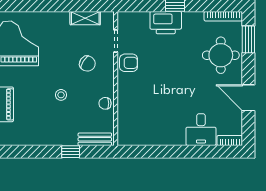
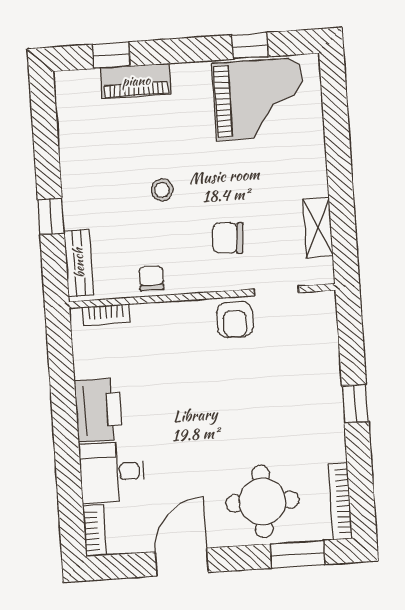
printer: (166, 23) -> (98, 410), moved, turned 180
chair: (87, 64) -> (228, 238), turned 62
bookcase: (122, 127) -> (106, 315), added

